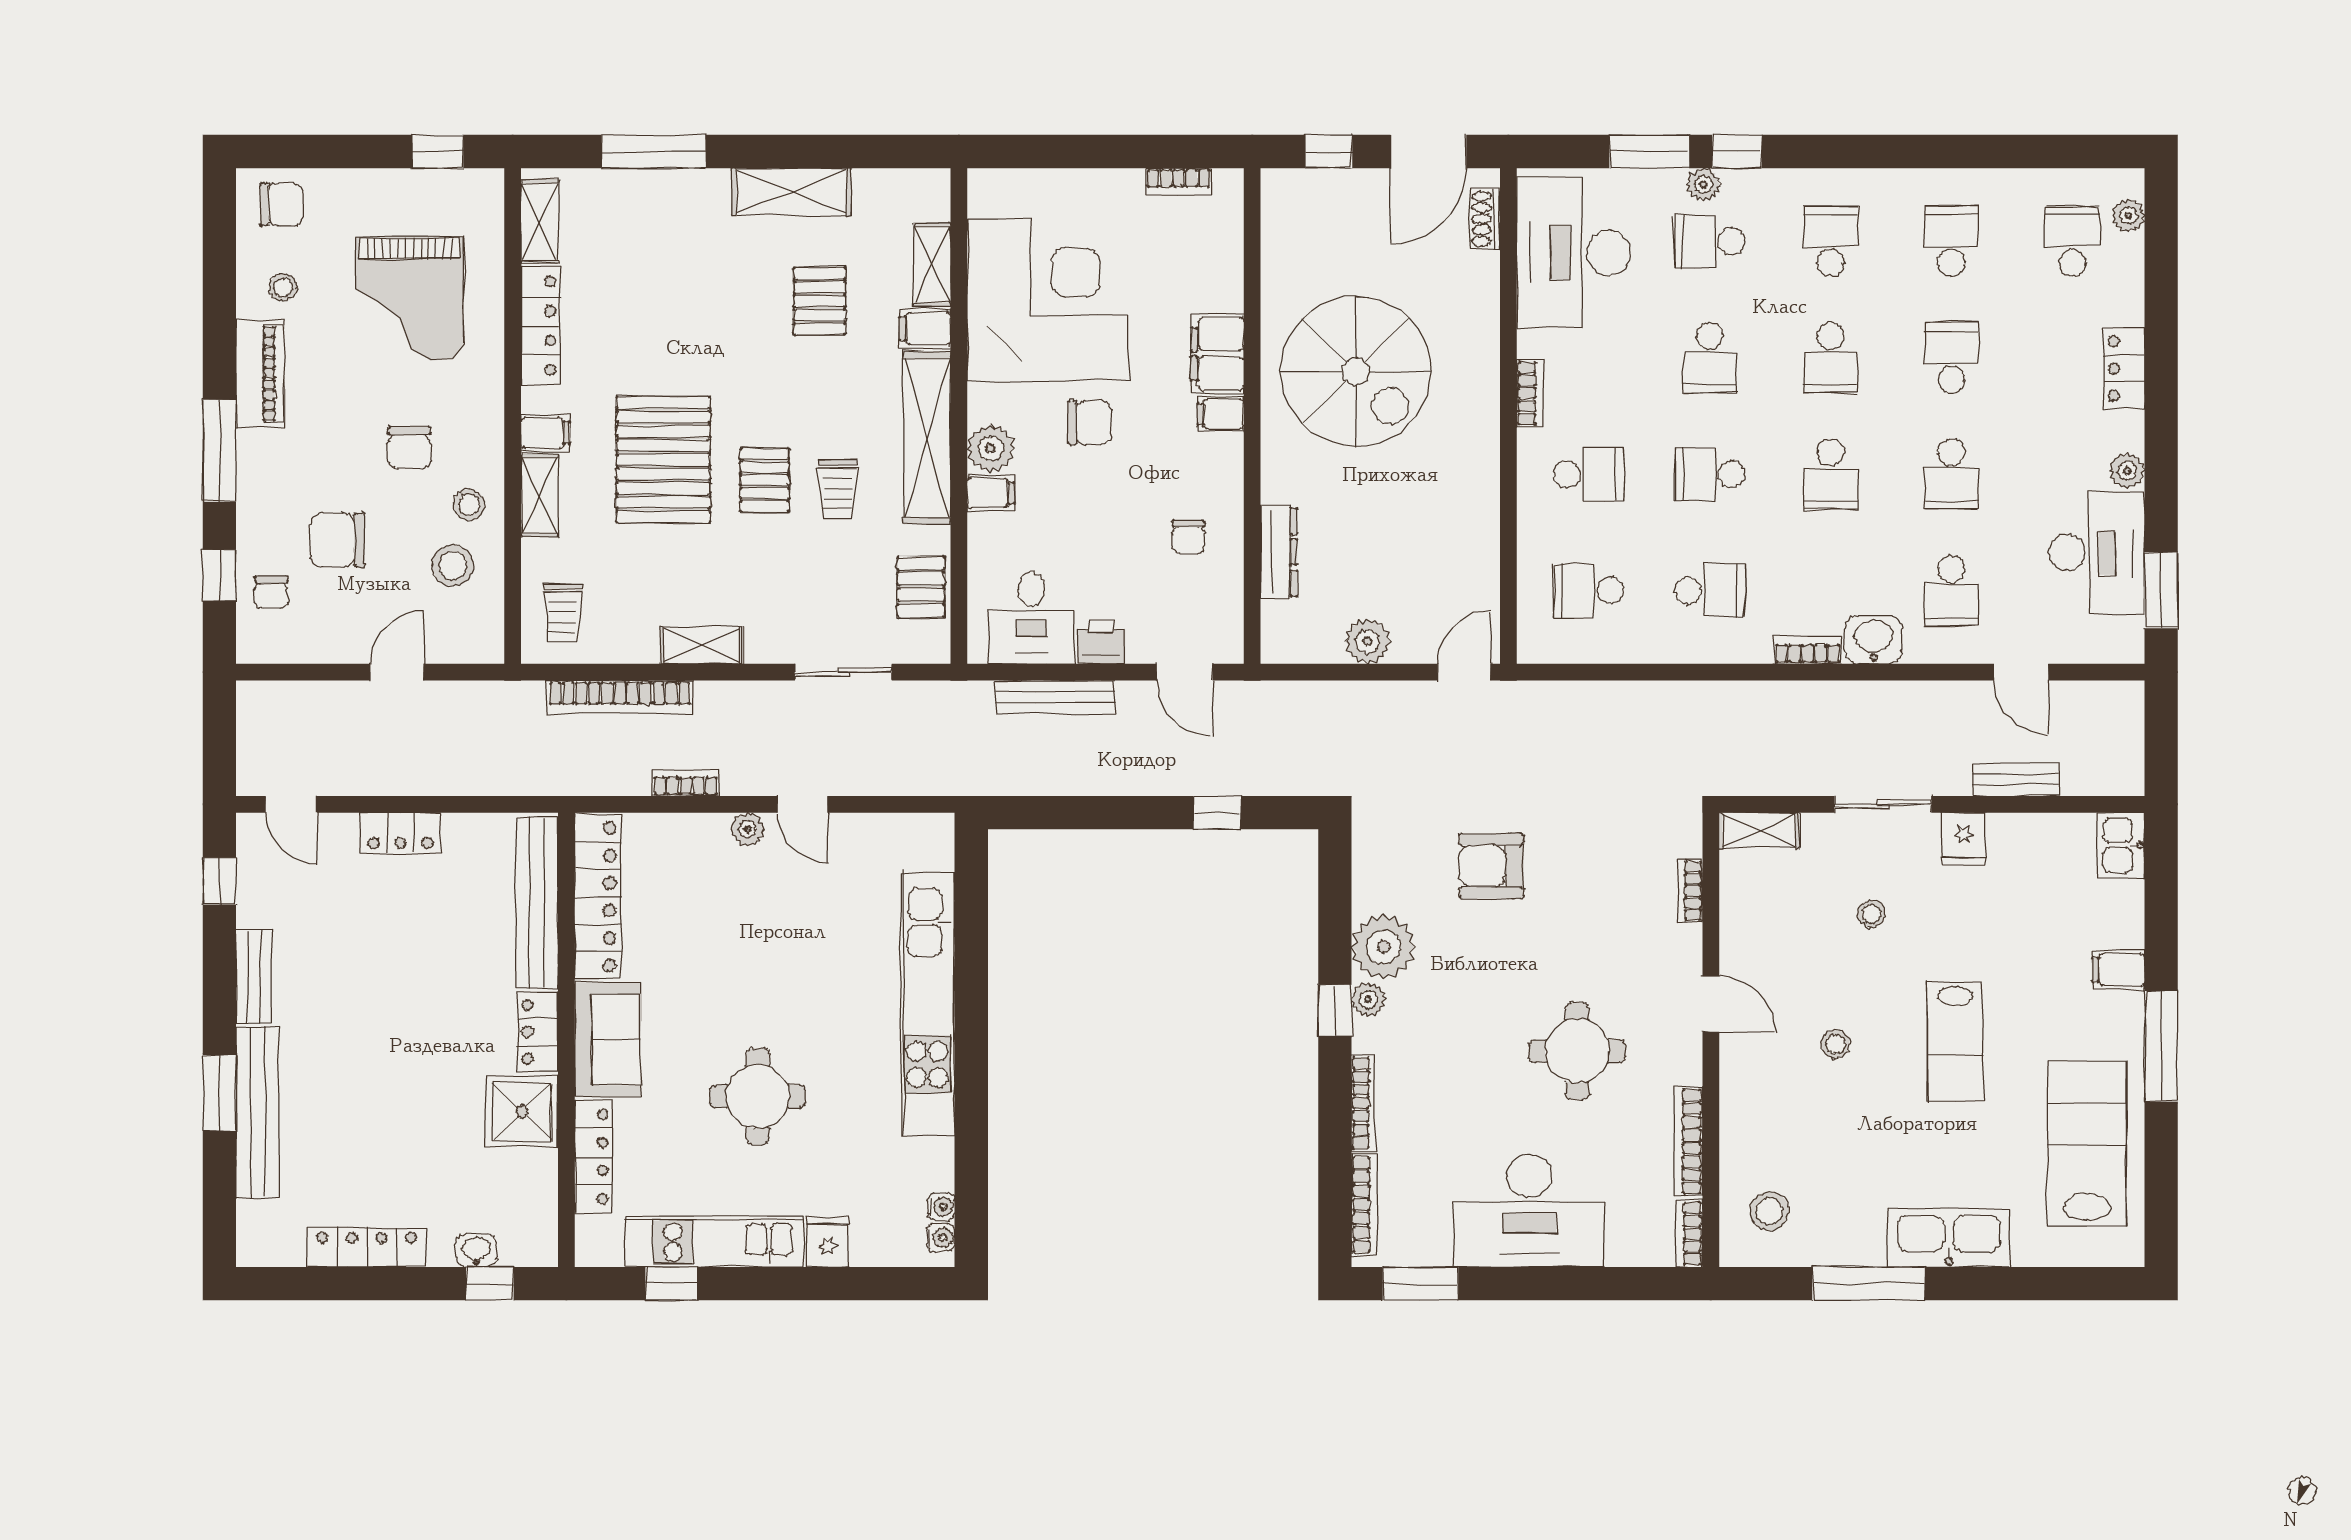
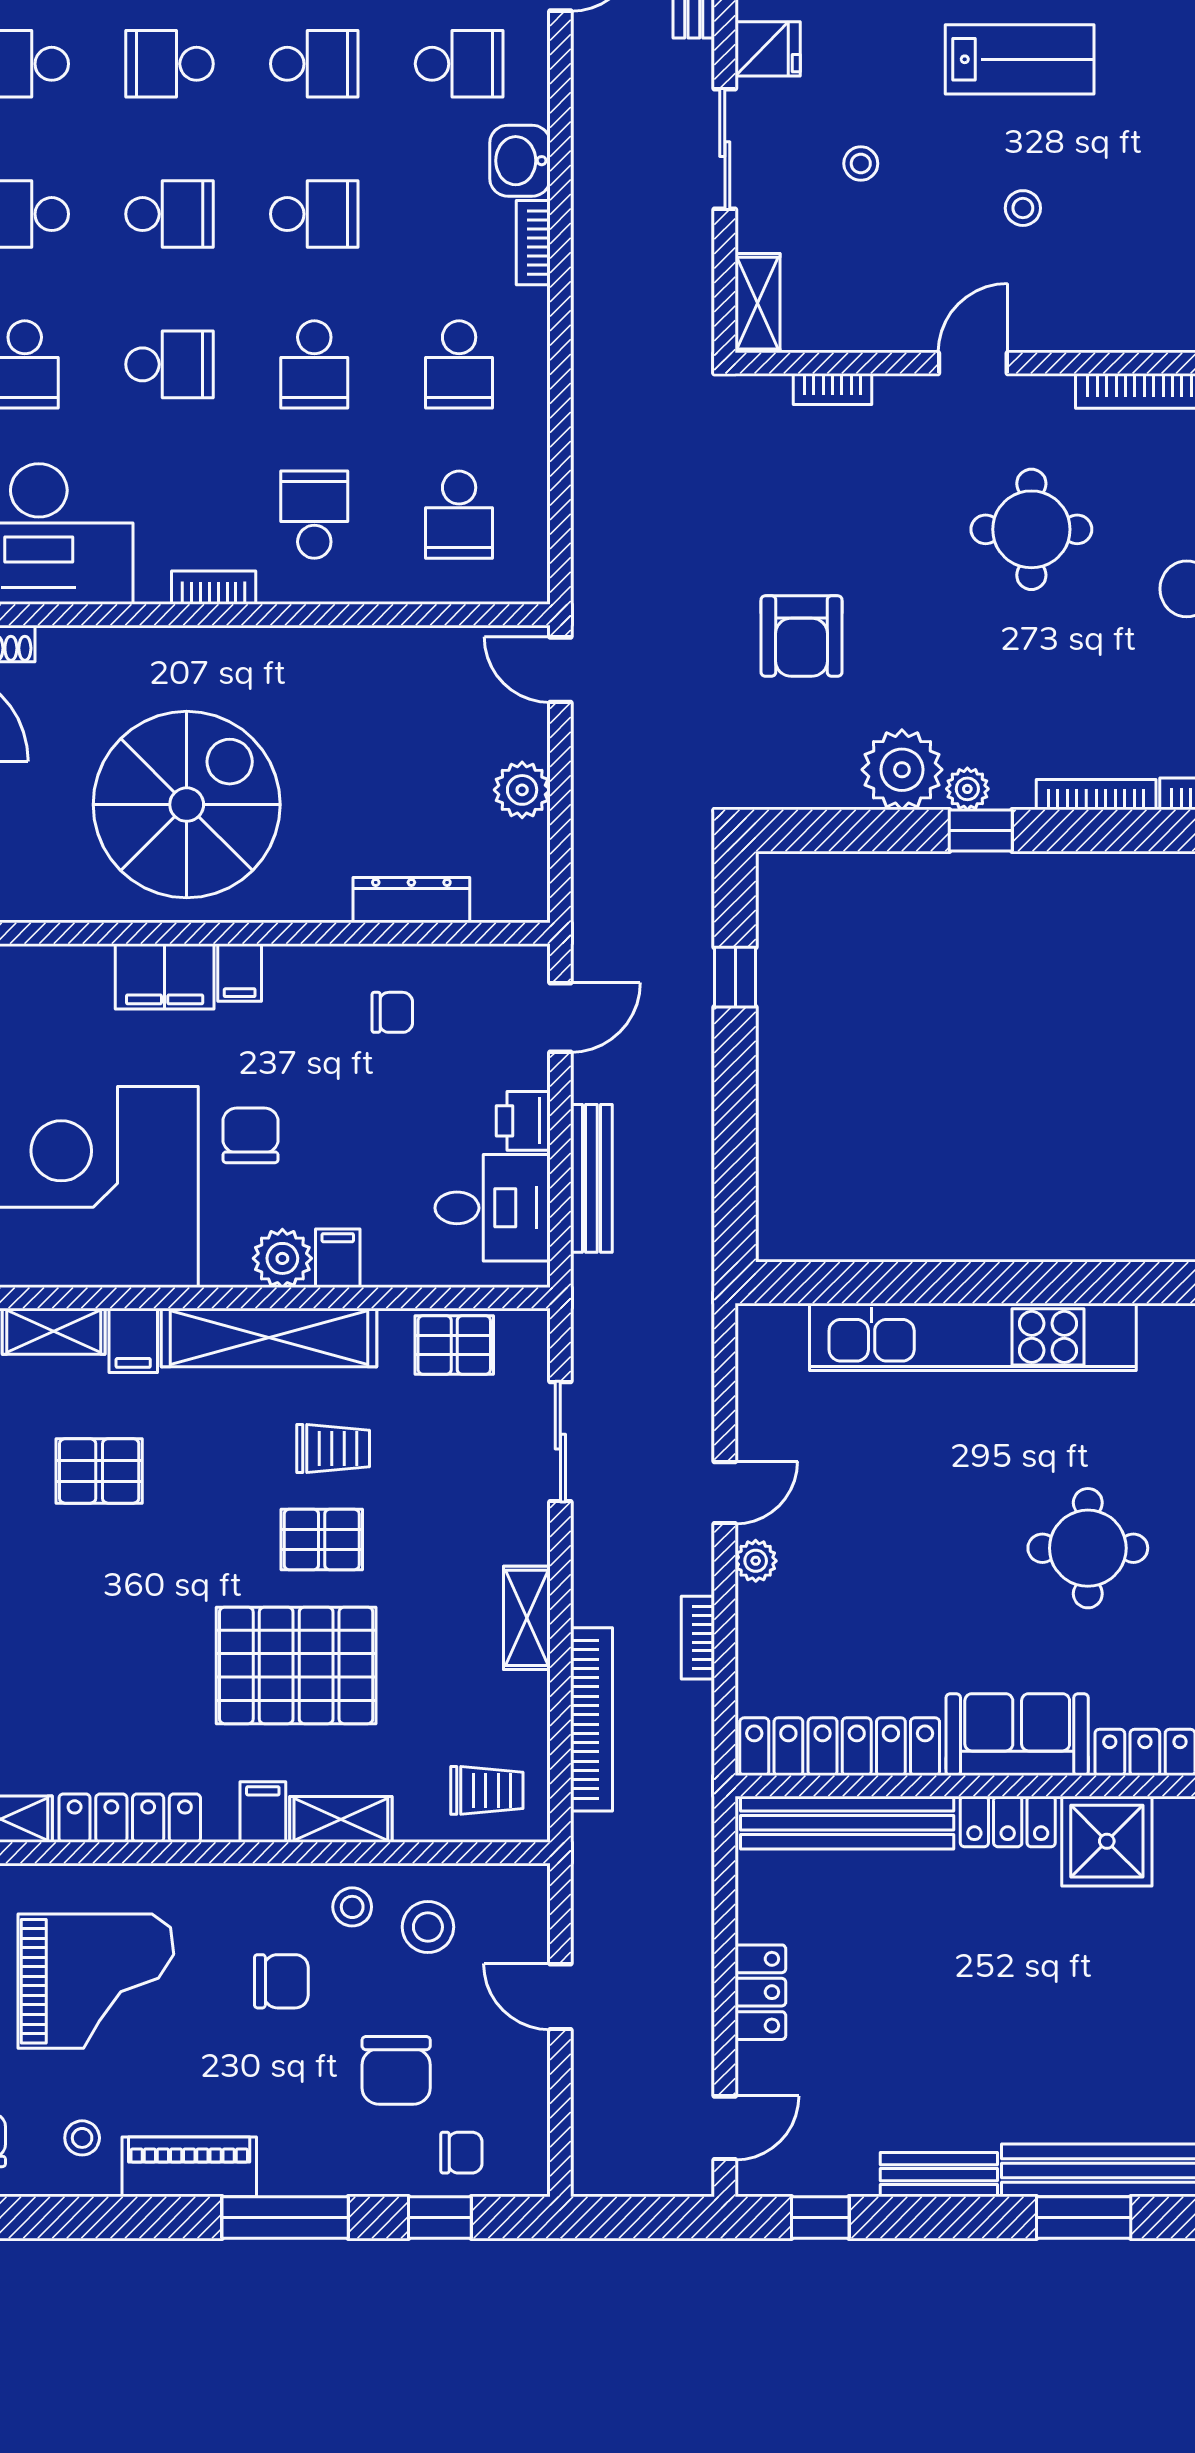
school desk: (1710, 591) -> (459, 364), turned 180

